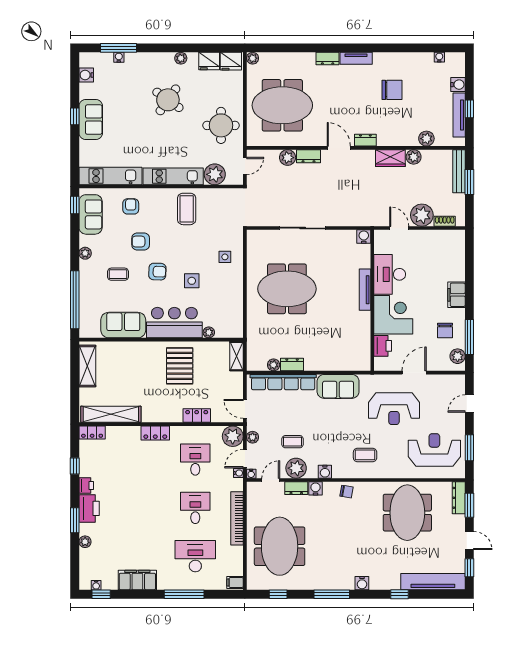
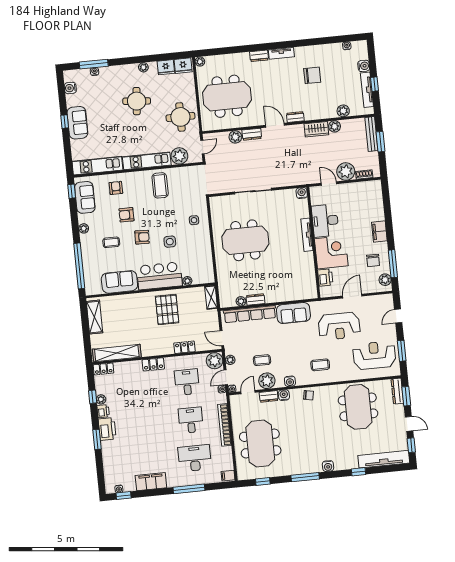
round table: (168, 100) -> (137, 101), turned -30
plant: (85, 542) -> (101, 399), moved

